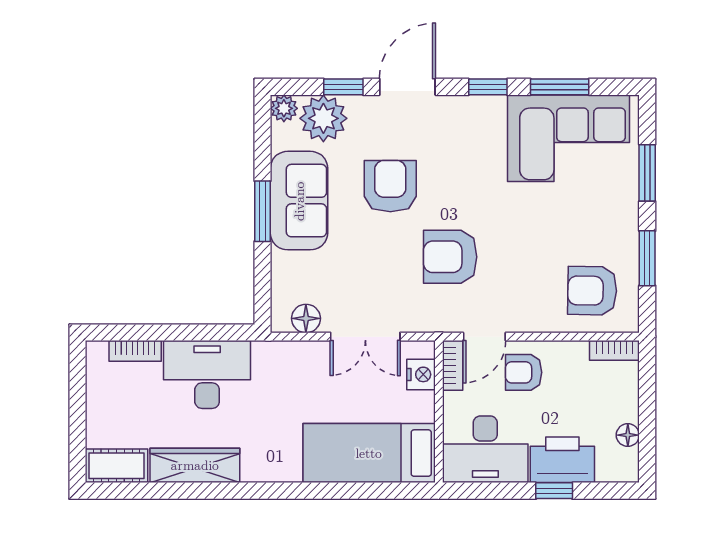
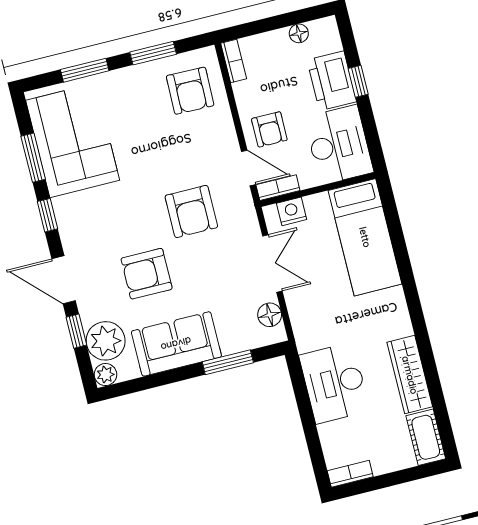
window: (262, 211) -> (228, 362), moved
bookcase: (135, 351) -> (350, 474), moved, turned -90

